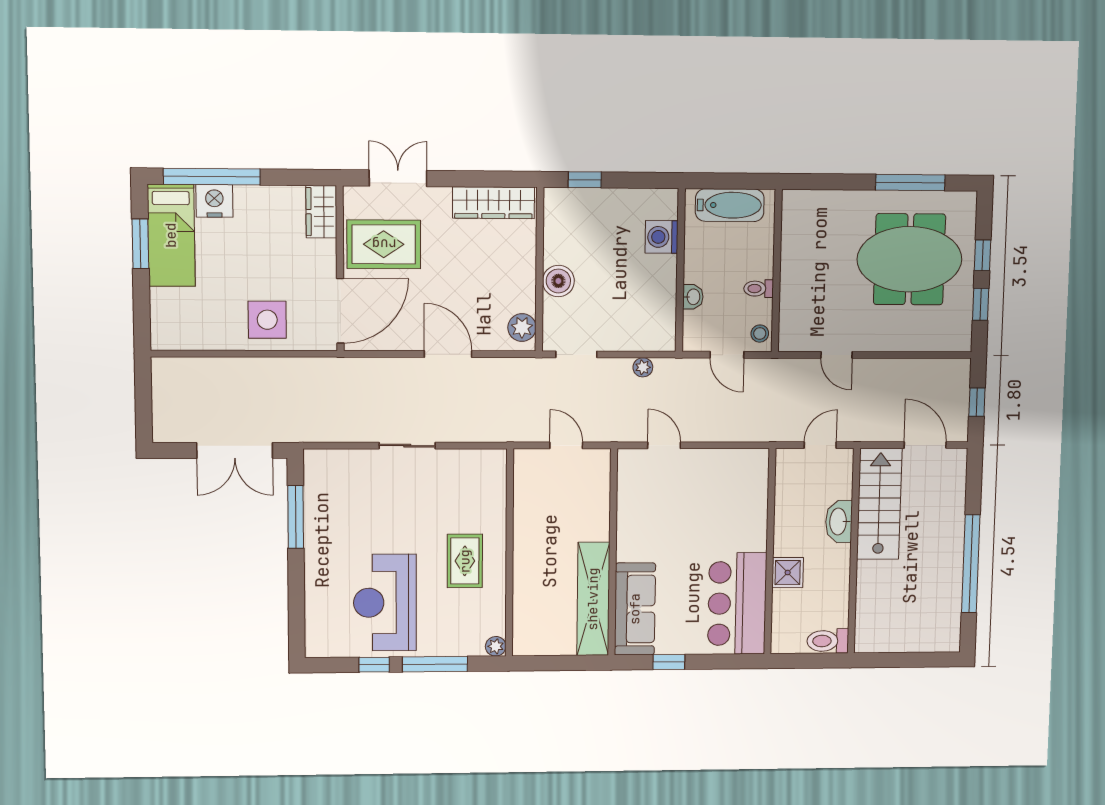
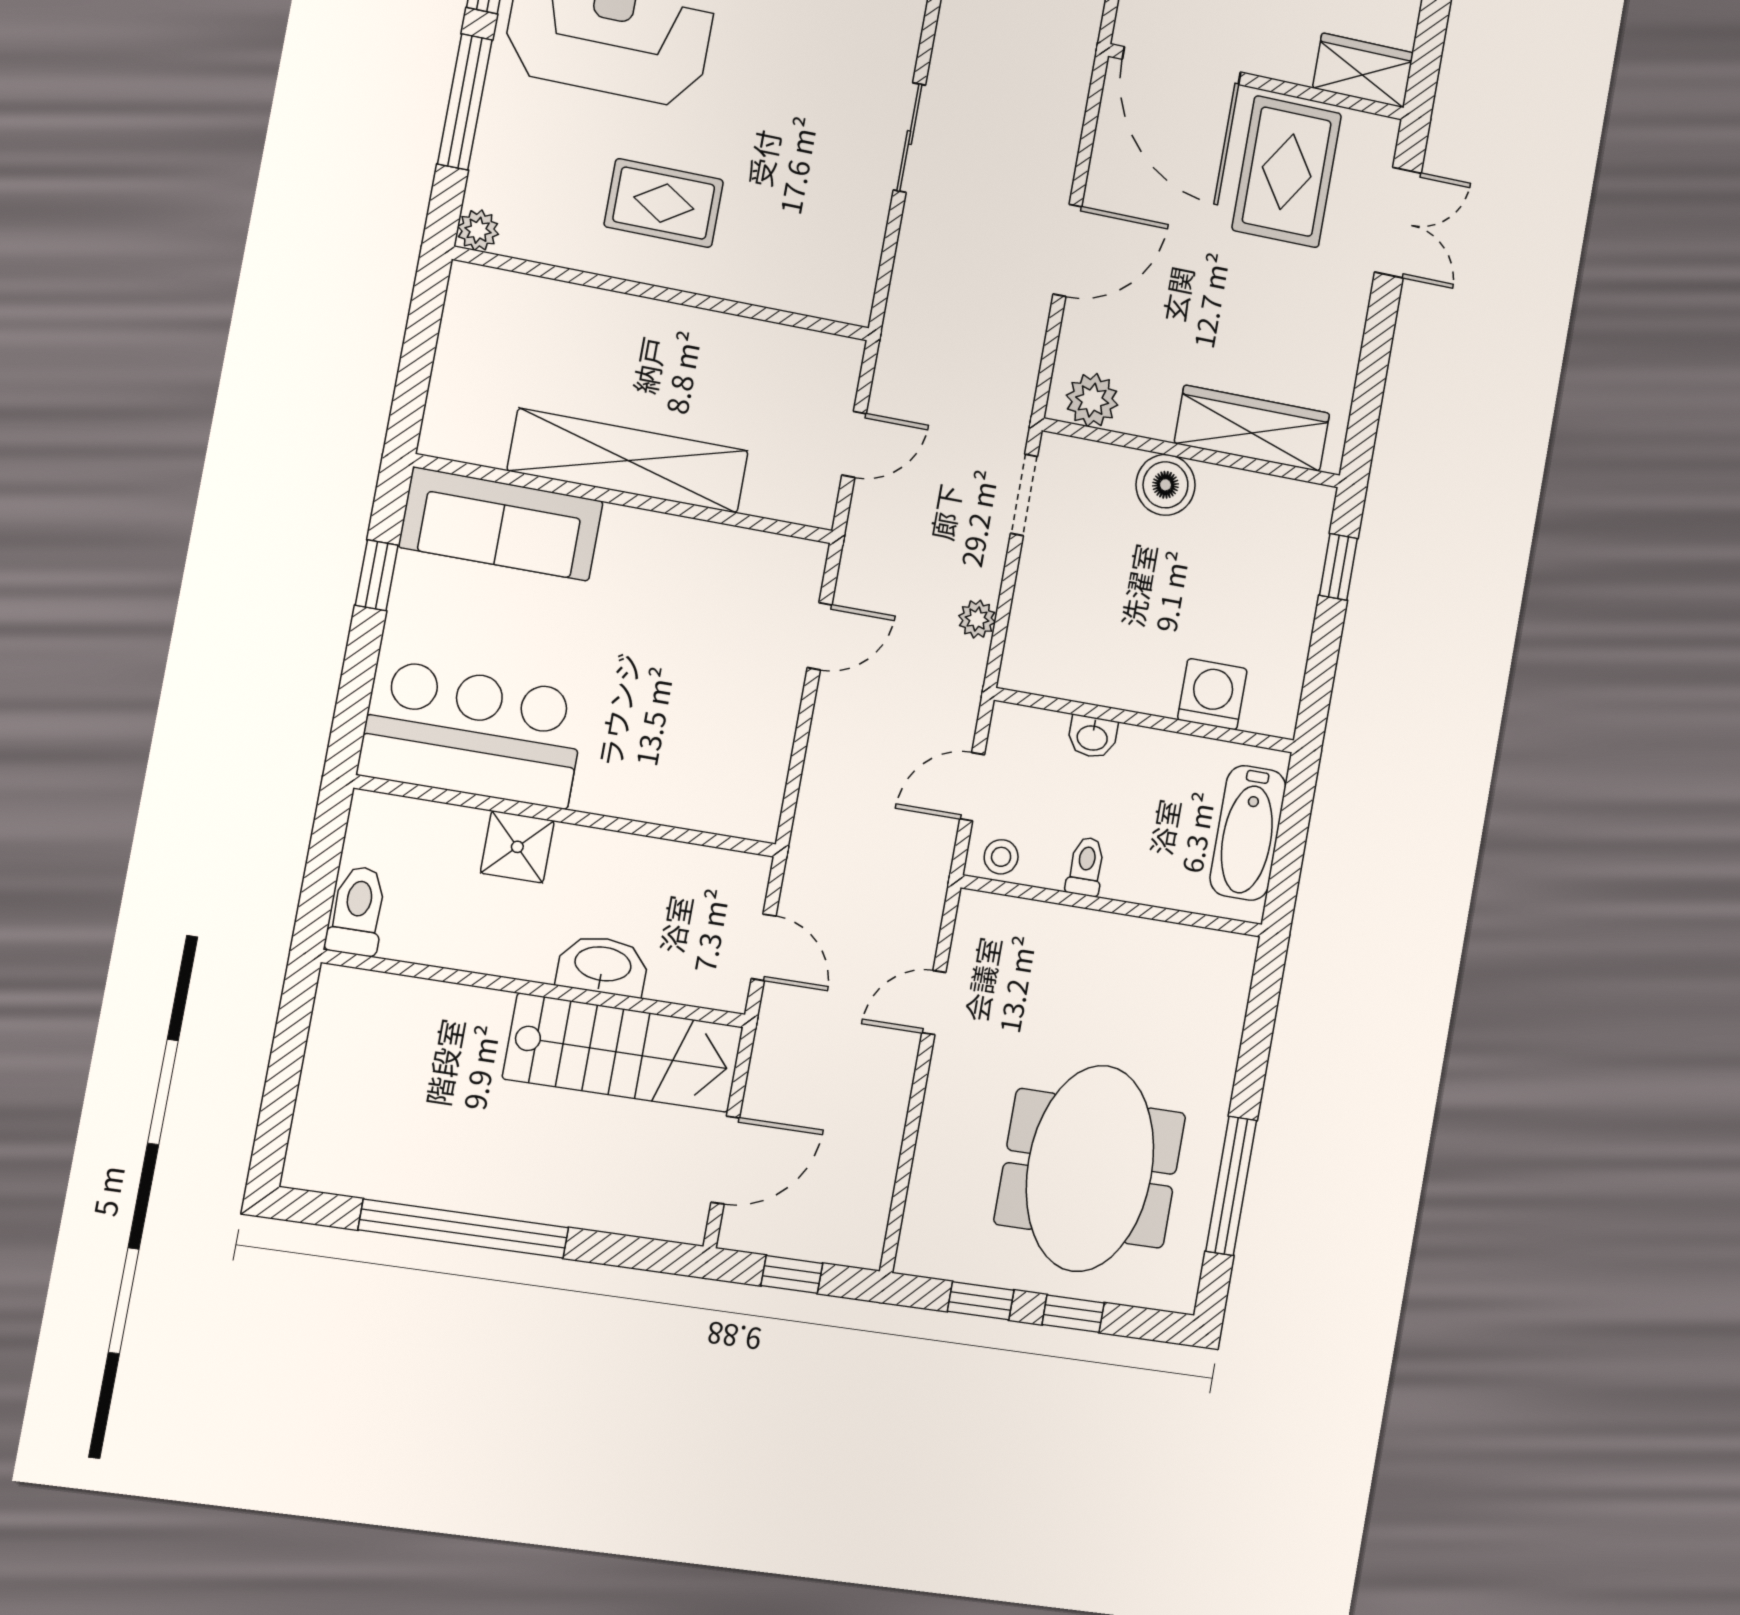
wardrobe: (493, 203) -> (1252, 428), moved, turned 90
shelving: (593, 599) -> (628, 461), moved

